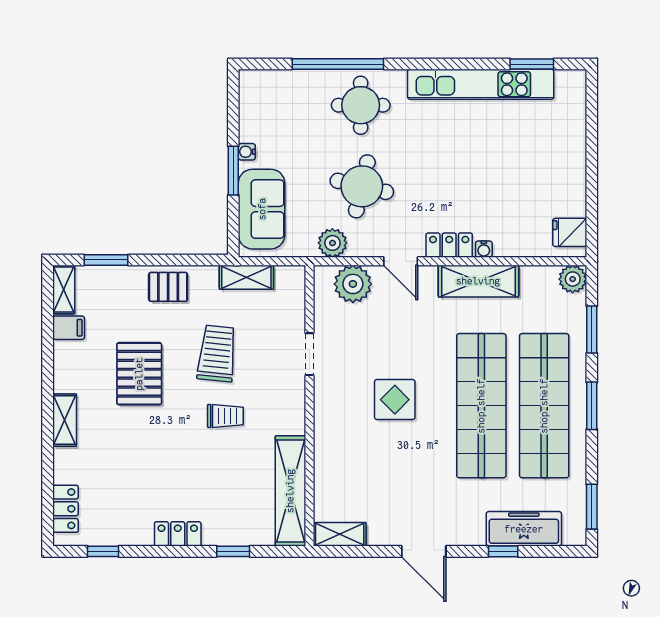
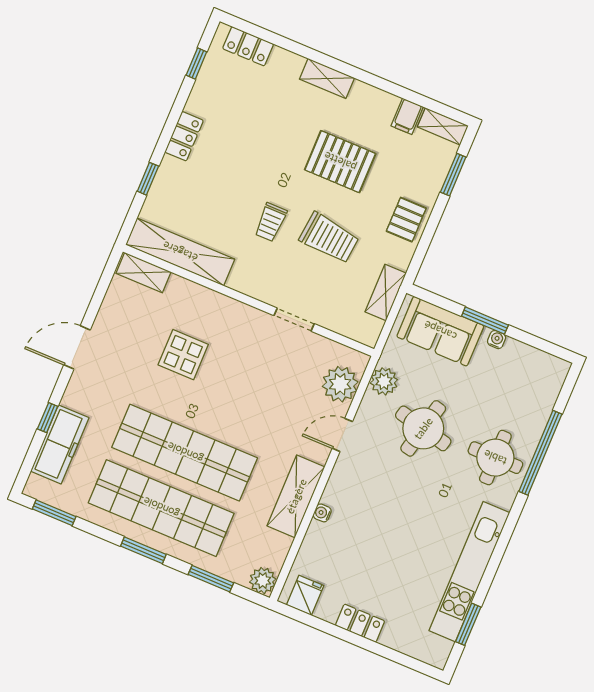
locker: (449, 245) -> (360, 623), moved, turned -90
display table: (395, 400) -> (183, 355), moved
shelving: (340, 534) -> (144, 273), moved, turned 90

